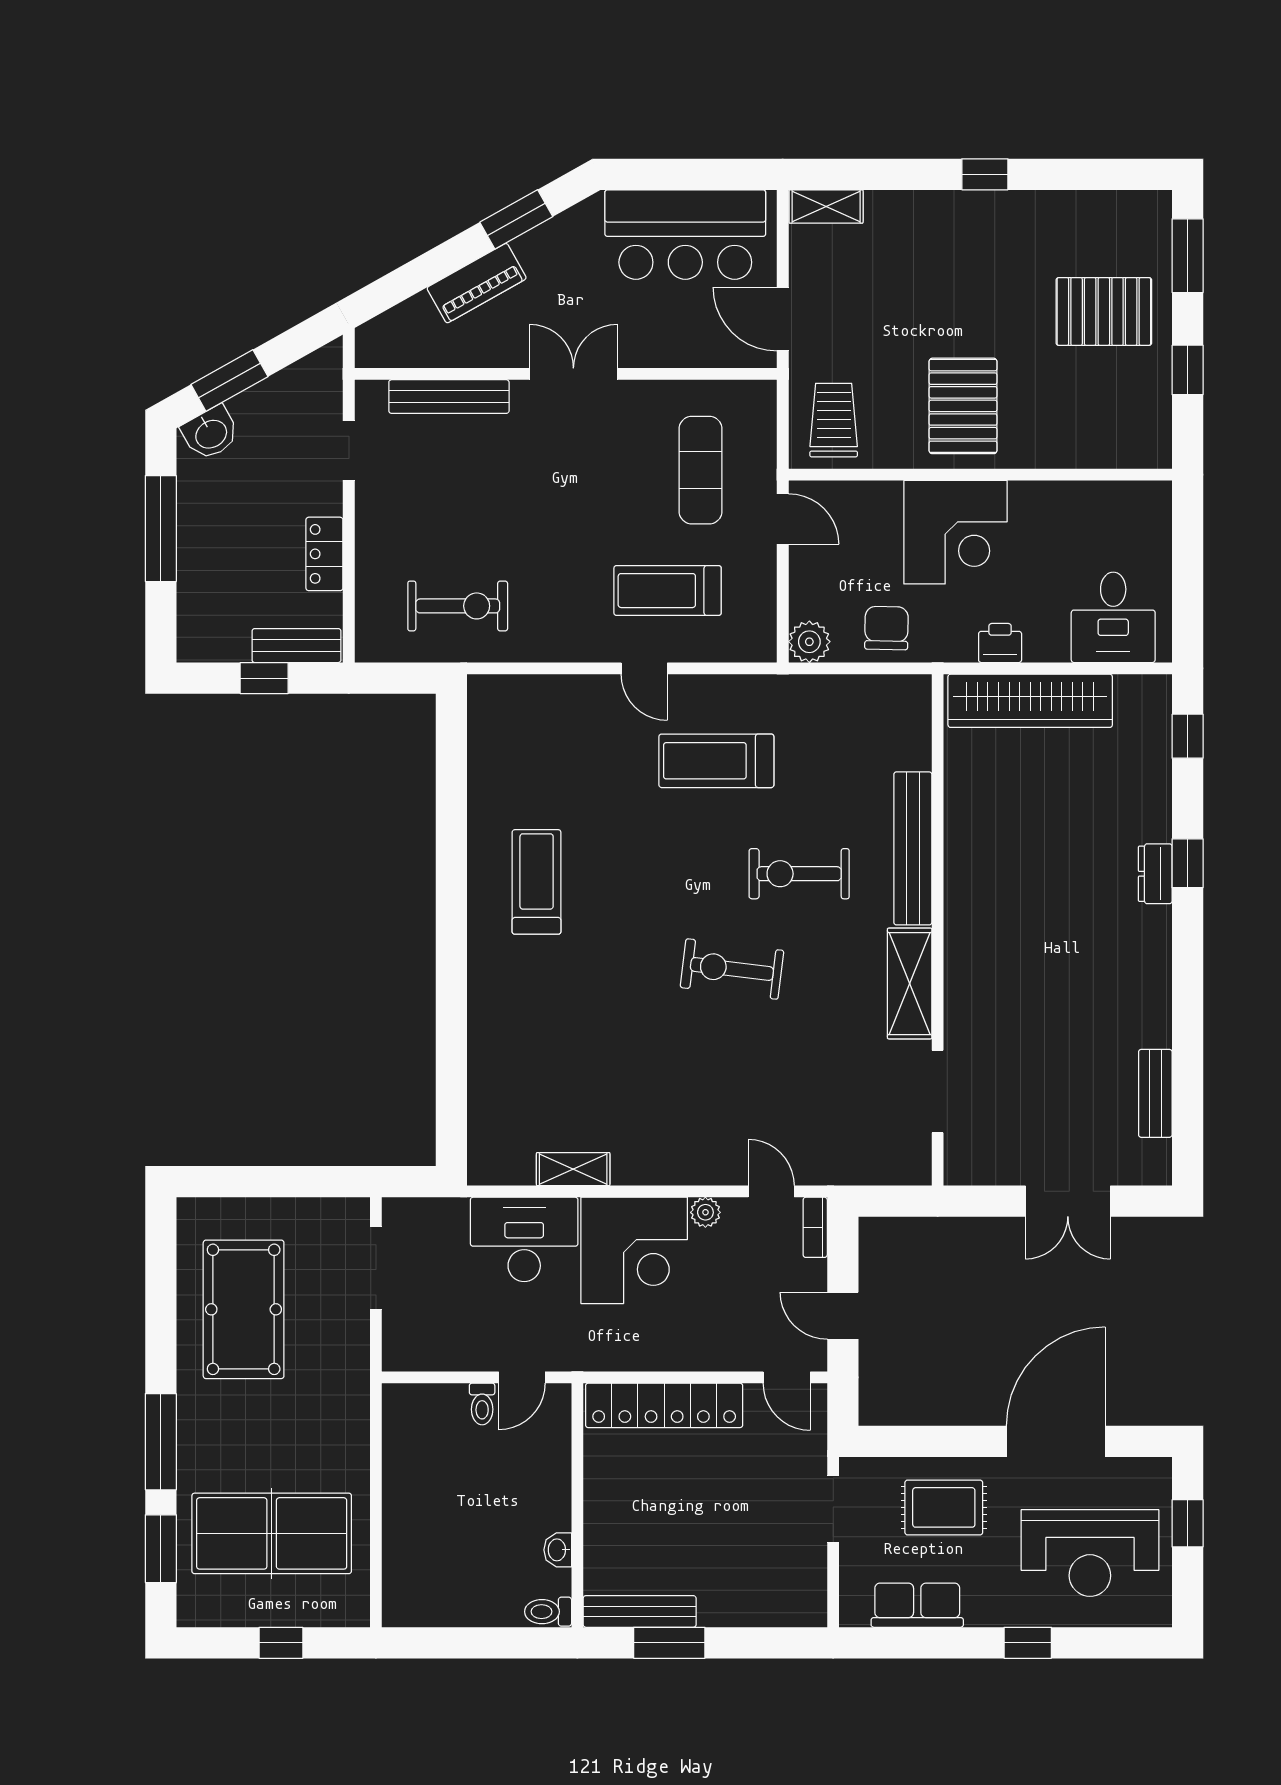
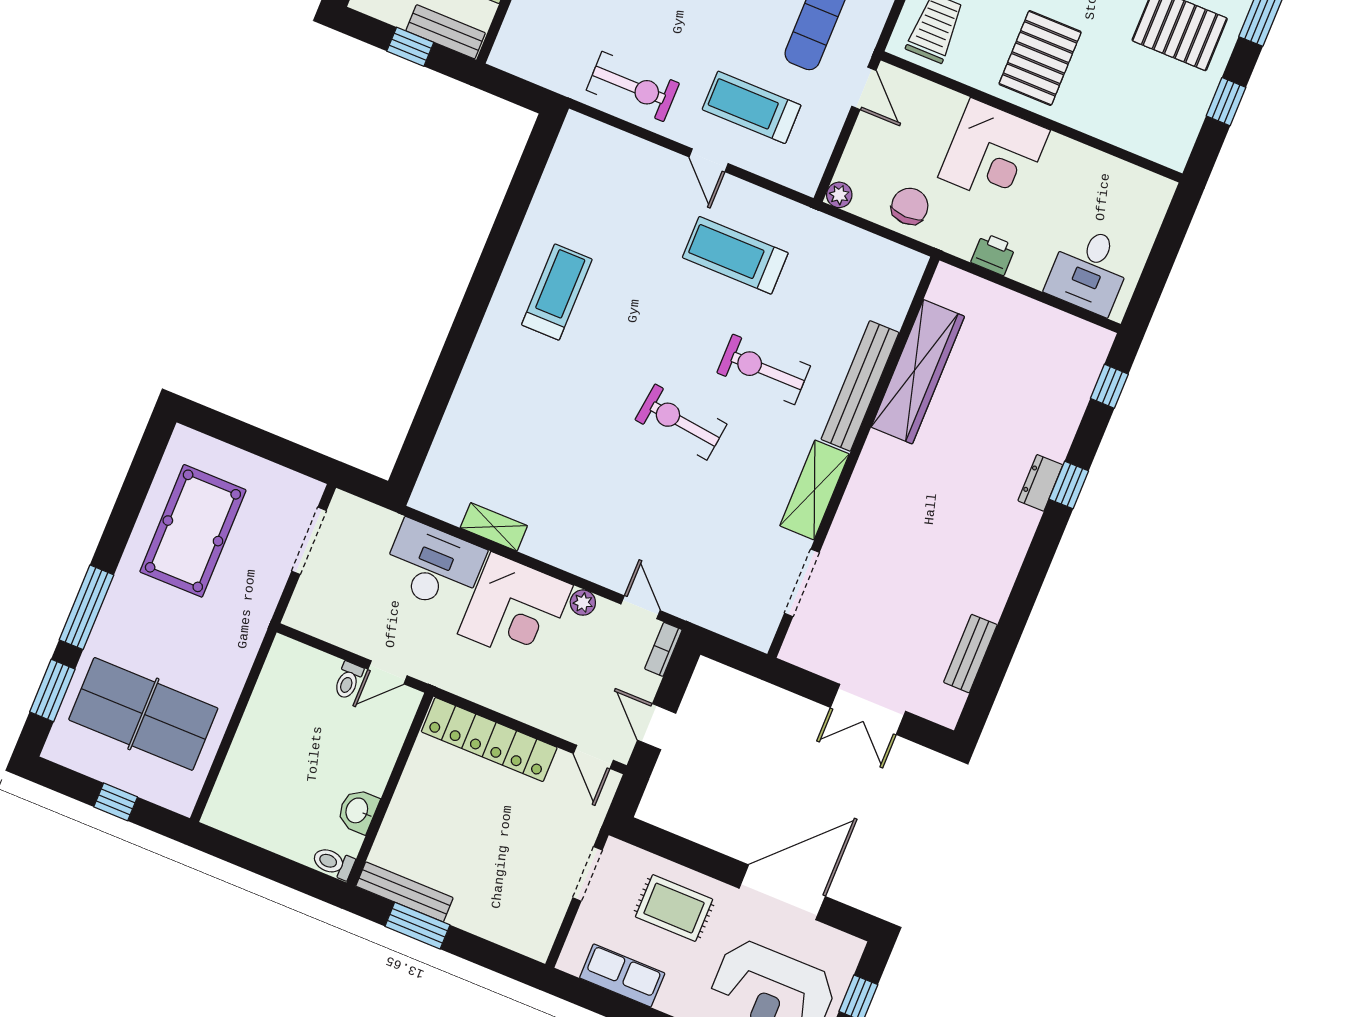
exercise bike: (458, 606) -> (633, 87), moved
plant: (809, 642) -> (839, 195), width x0.73, depth x0.73
wardrobe: (1030, 701) -> (918, 372), moved, turned -90
washbasin: (558, 1550) -> (358, 811), width x1.38, depth x1.45

